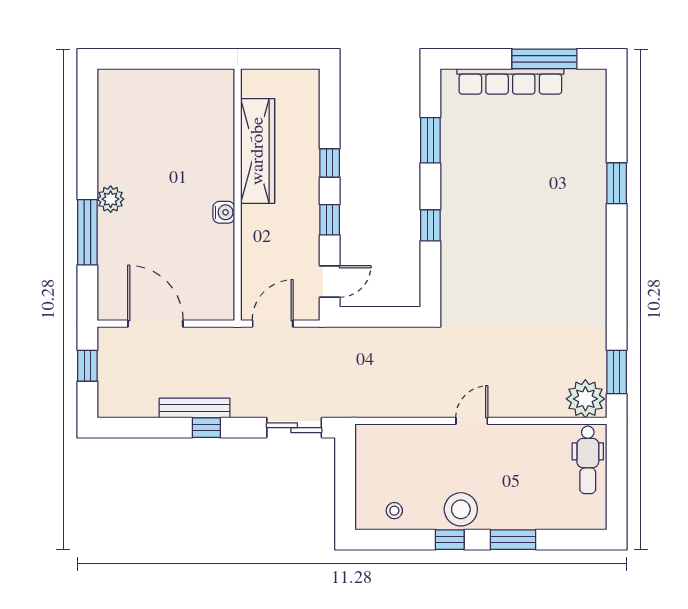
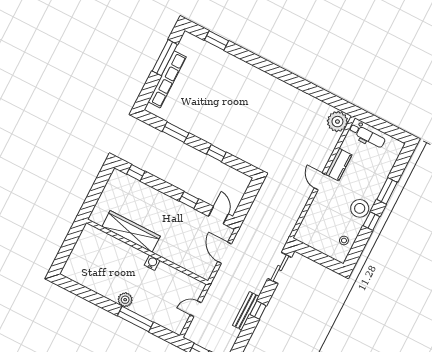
wardrobe: (258, 151) -> (131, 231), moved
window: (330, 163) -> (136, 173), moved
window: (617, 183) -> (217, 41), moved
wall: (238, 195) -> (147, 252), moved
water cooler: (224, 212) -> (152, 263), moved
door: (155, 324) -> (196, 309), width x0.53
window: (617, 372) -> (332, 100), removed
kitchen counter: (515, 437) -> (339, 165), added

